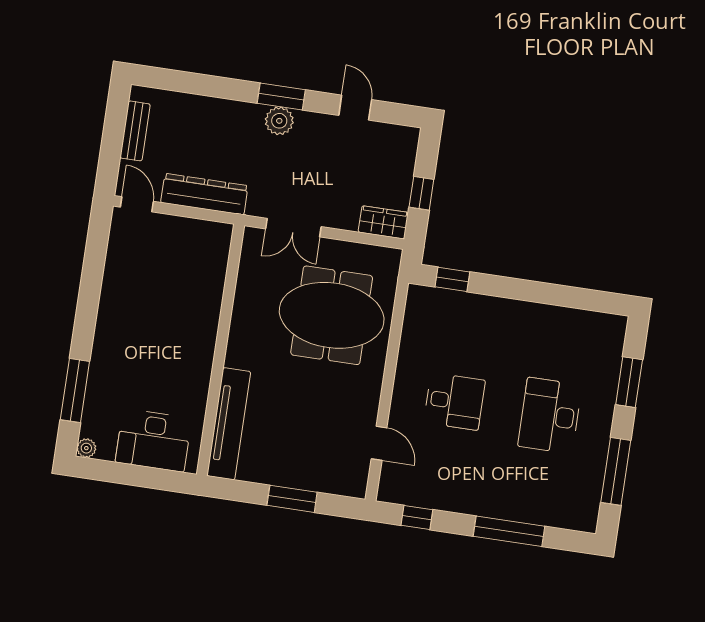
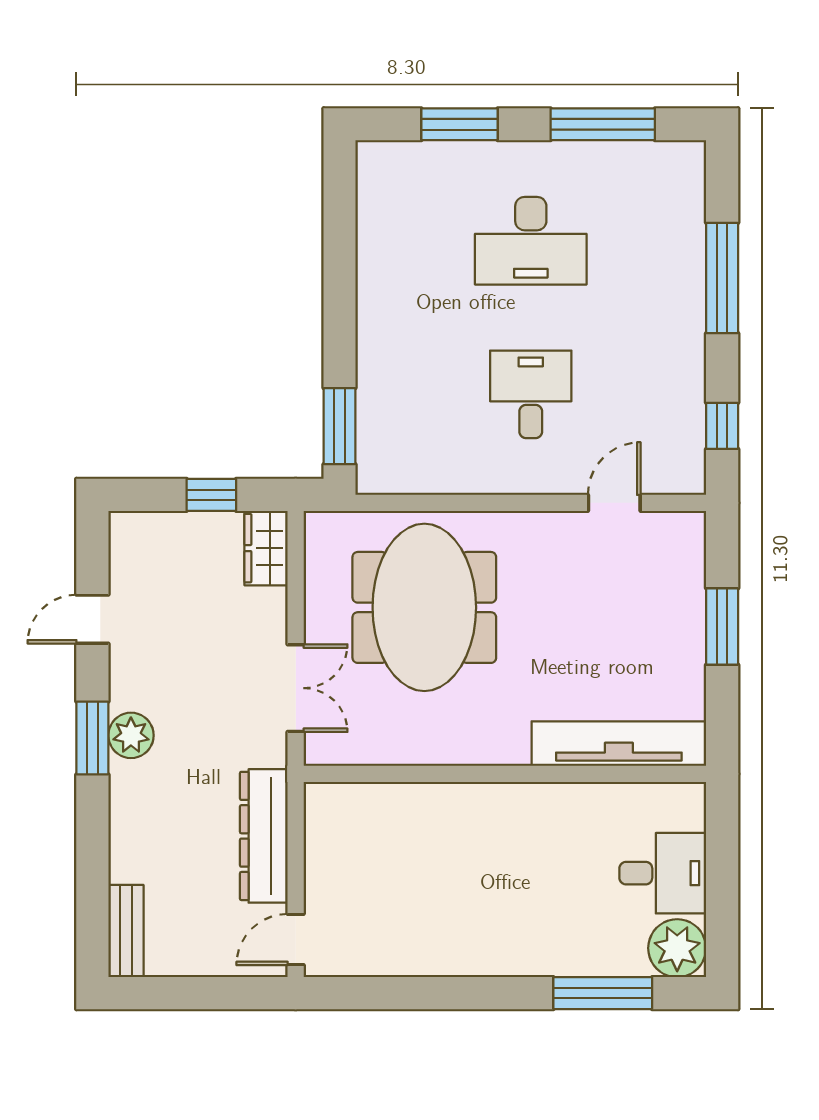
bench: (135, 131) -> (126, 931), moved, turned 90
window: (452, 279) -> (339, 426), width x1.50
desk: (153, 440) -> (663, 873), width x0.73
plant: (86, 448) -> (677, 948), width x1.87, depth x1.87

